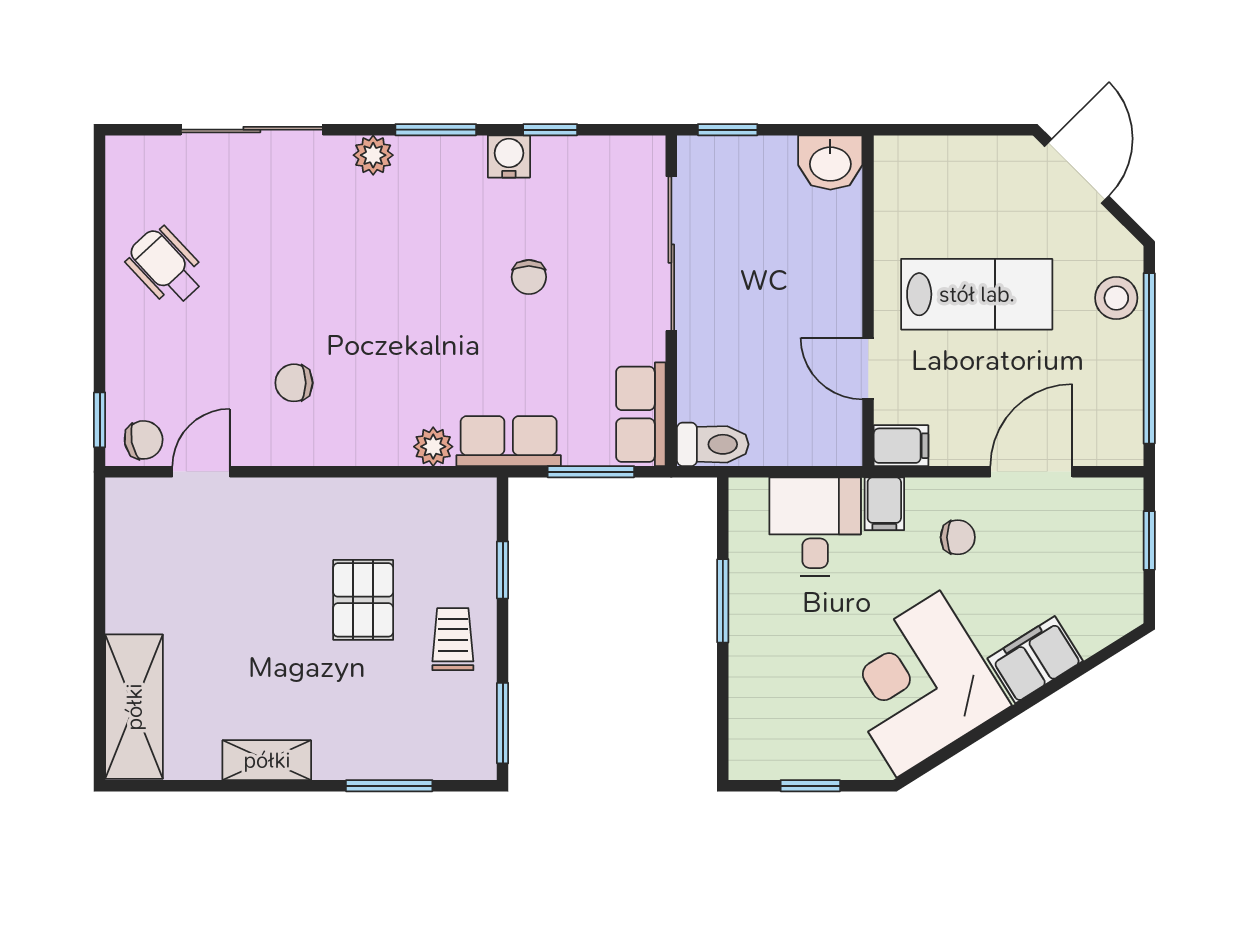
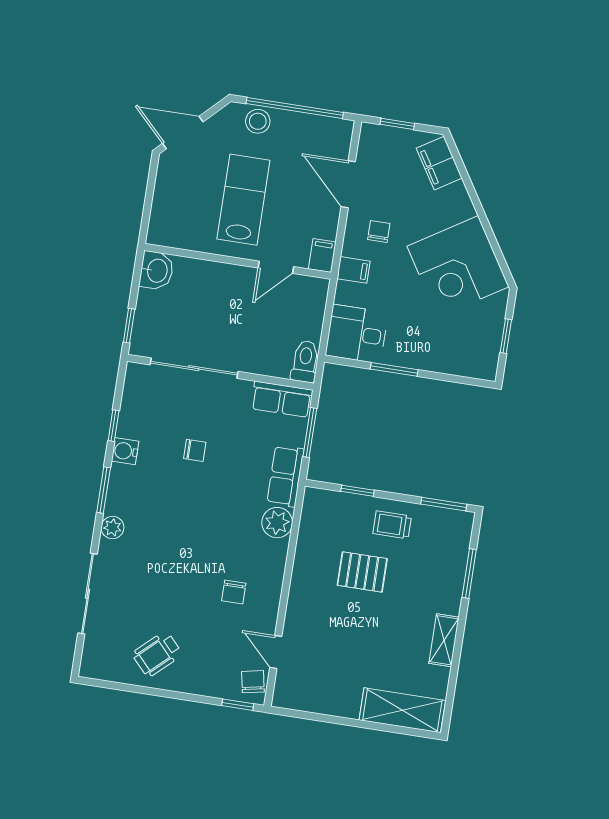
plant: (433, 447) -> (277, 523), width x1.38, depth x1.38
desk: (815, 527) -> (357, 334), moved
filing cabinet: (1035, 660) -> (439, 163), moved

